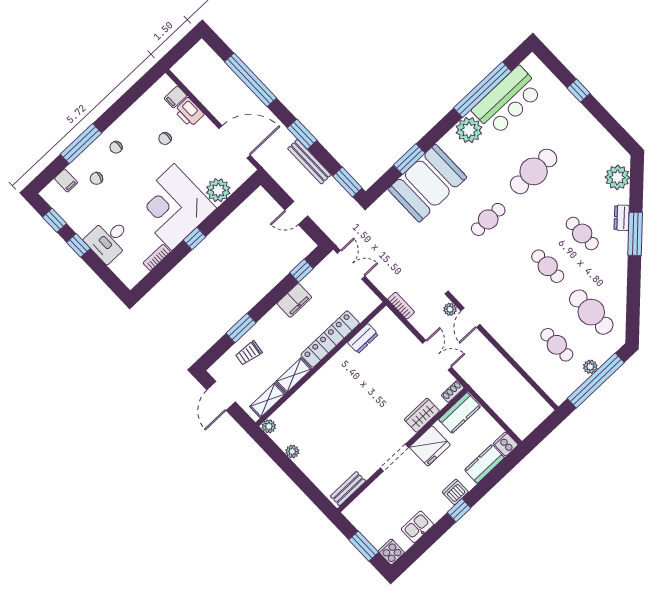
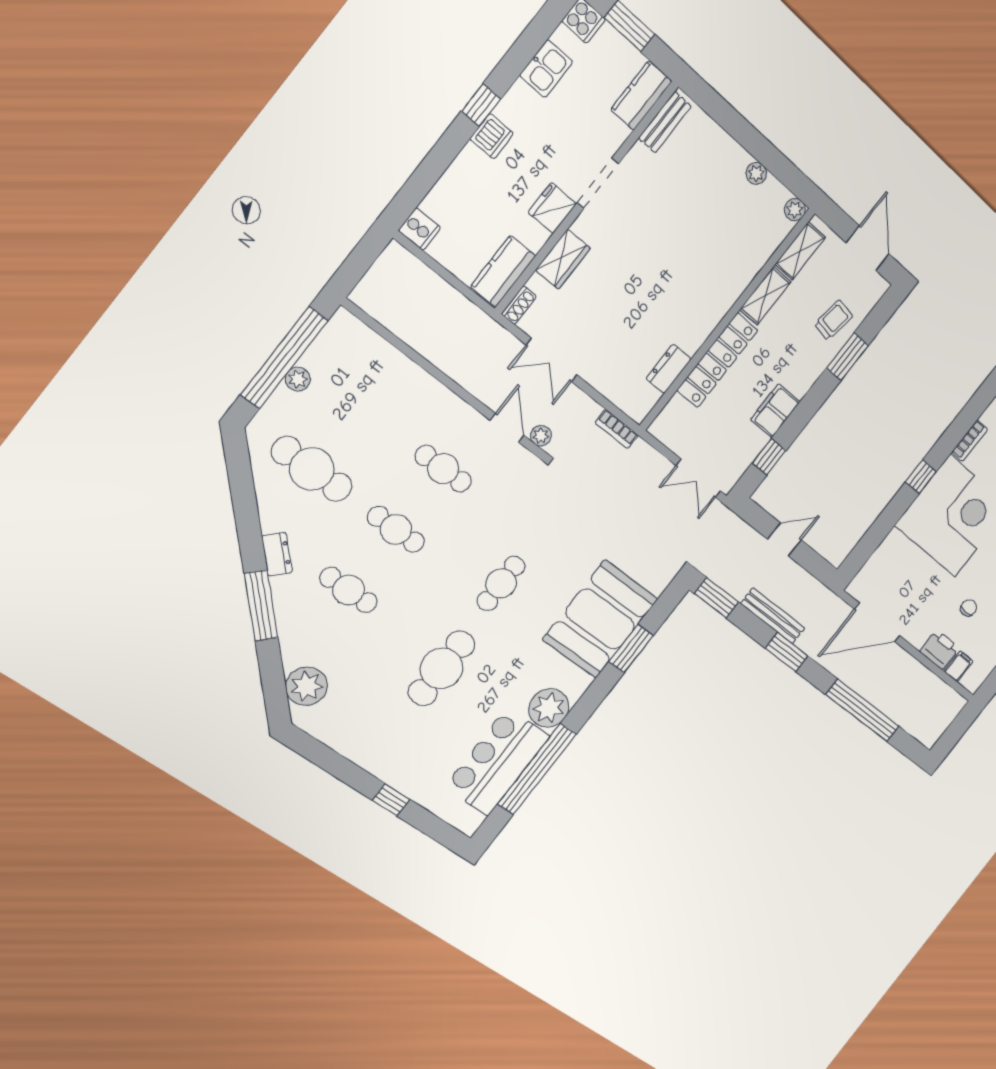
plant: (218, 190) -> (894, 551), removed
dresser: (622, 218) -> (277, 554), moved
cafe table: (557, 345) -> (443, 469), moved
fridge: (430, 446) -> (552, 208), width x0.73, depth x0.75
kitchen counter: (484, 464) -> (641, 96), moved, turned 180

